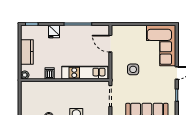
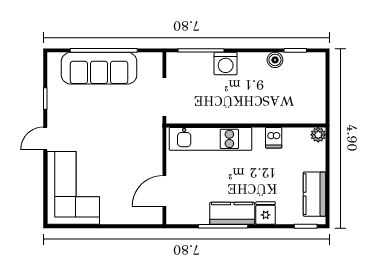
kitchen counter: (73, 31) -> (232, 213), added
door: (110, 44) -> (164, 191), swing flipped
kitchen counter: (27, 52) -> (314, 194), moved
side table: (133, 69) -> (124, 145), removed

